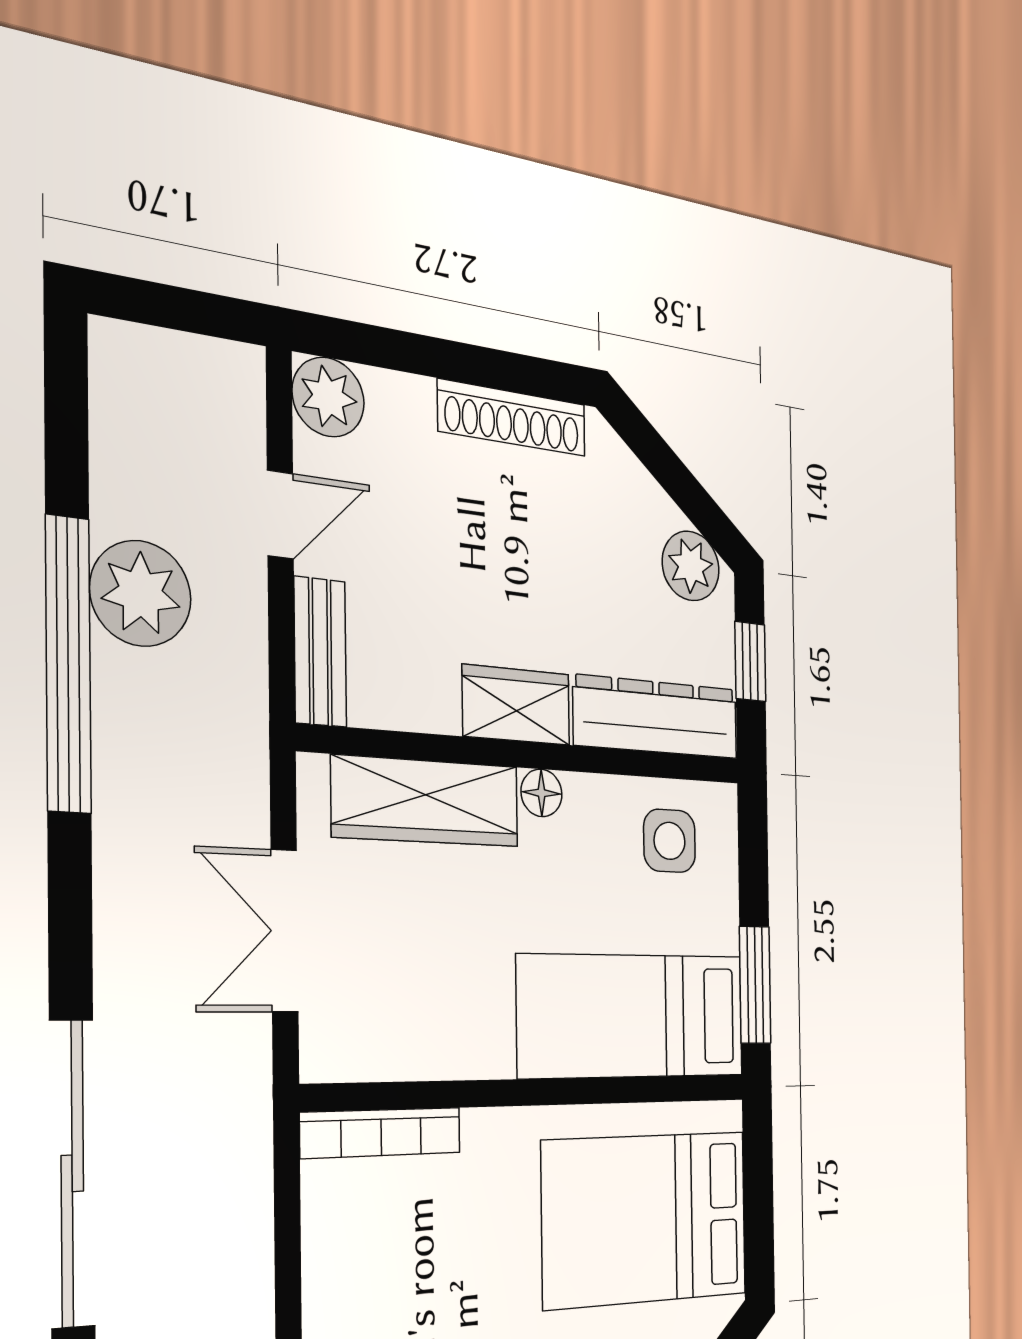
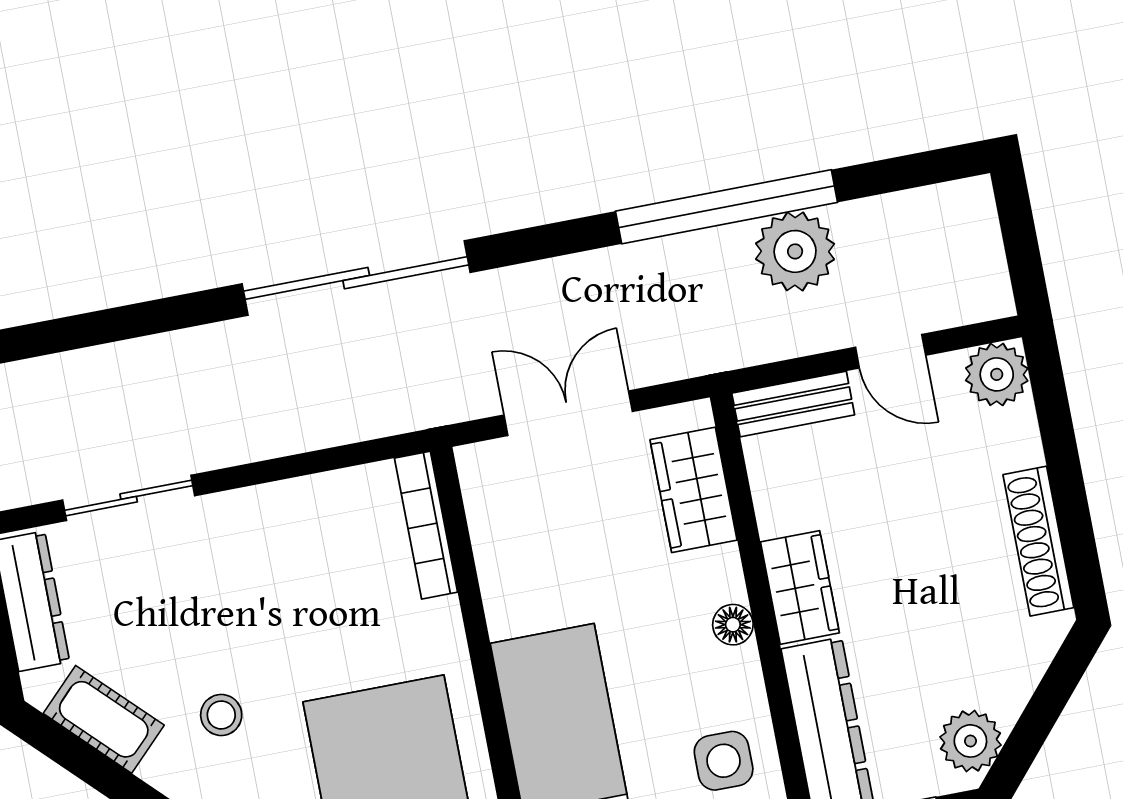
wardrobe: (426, 801) -> (694, 490), width x0.67

